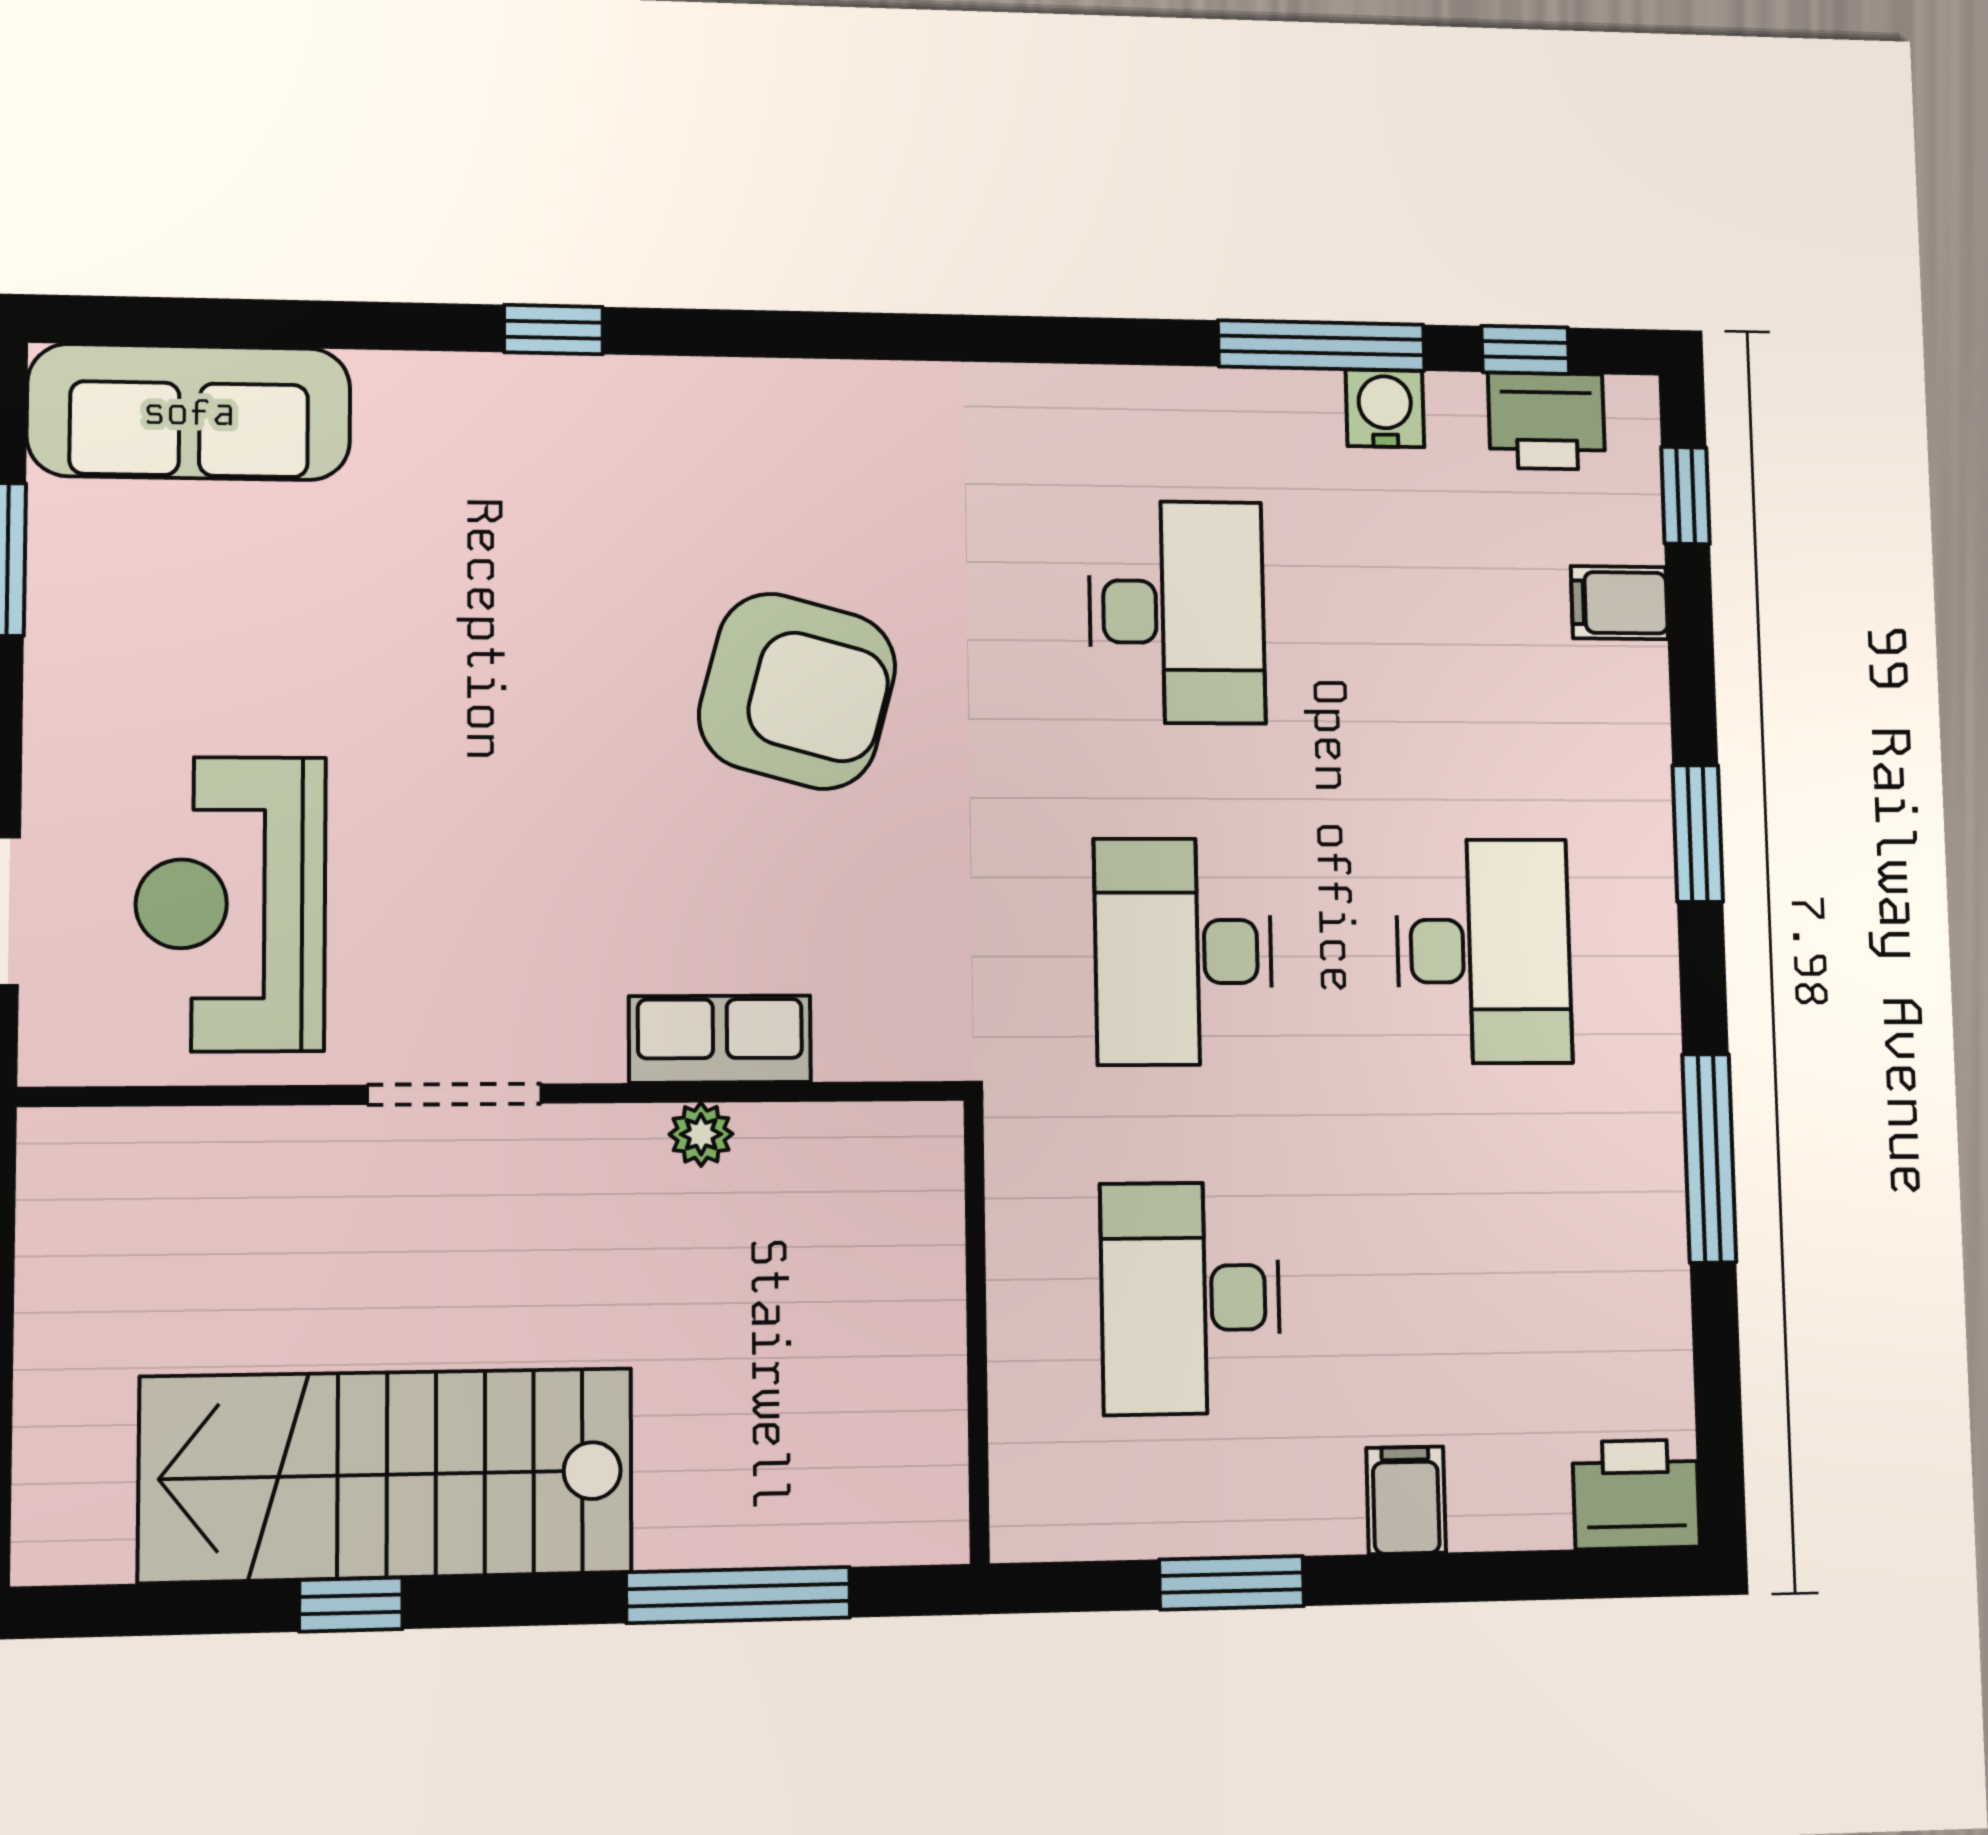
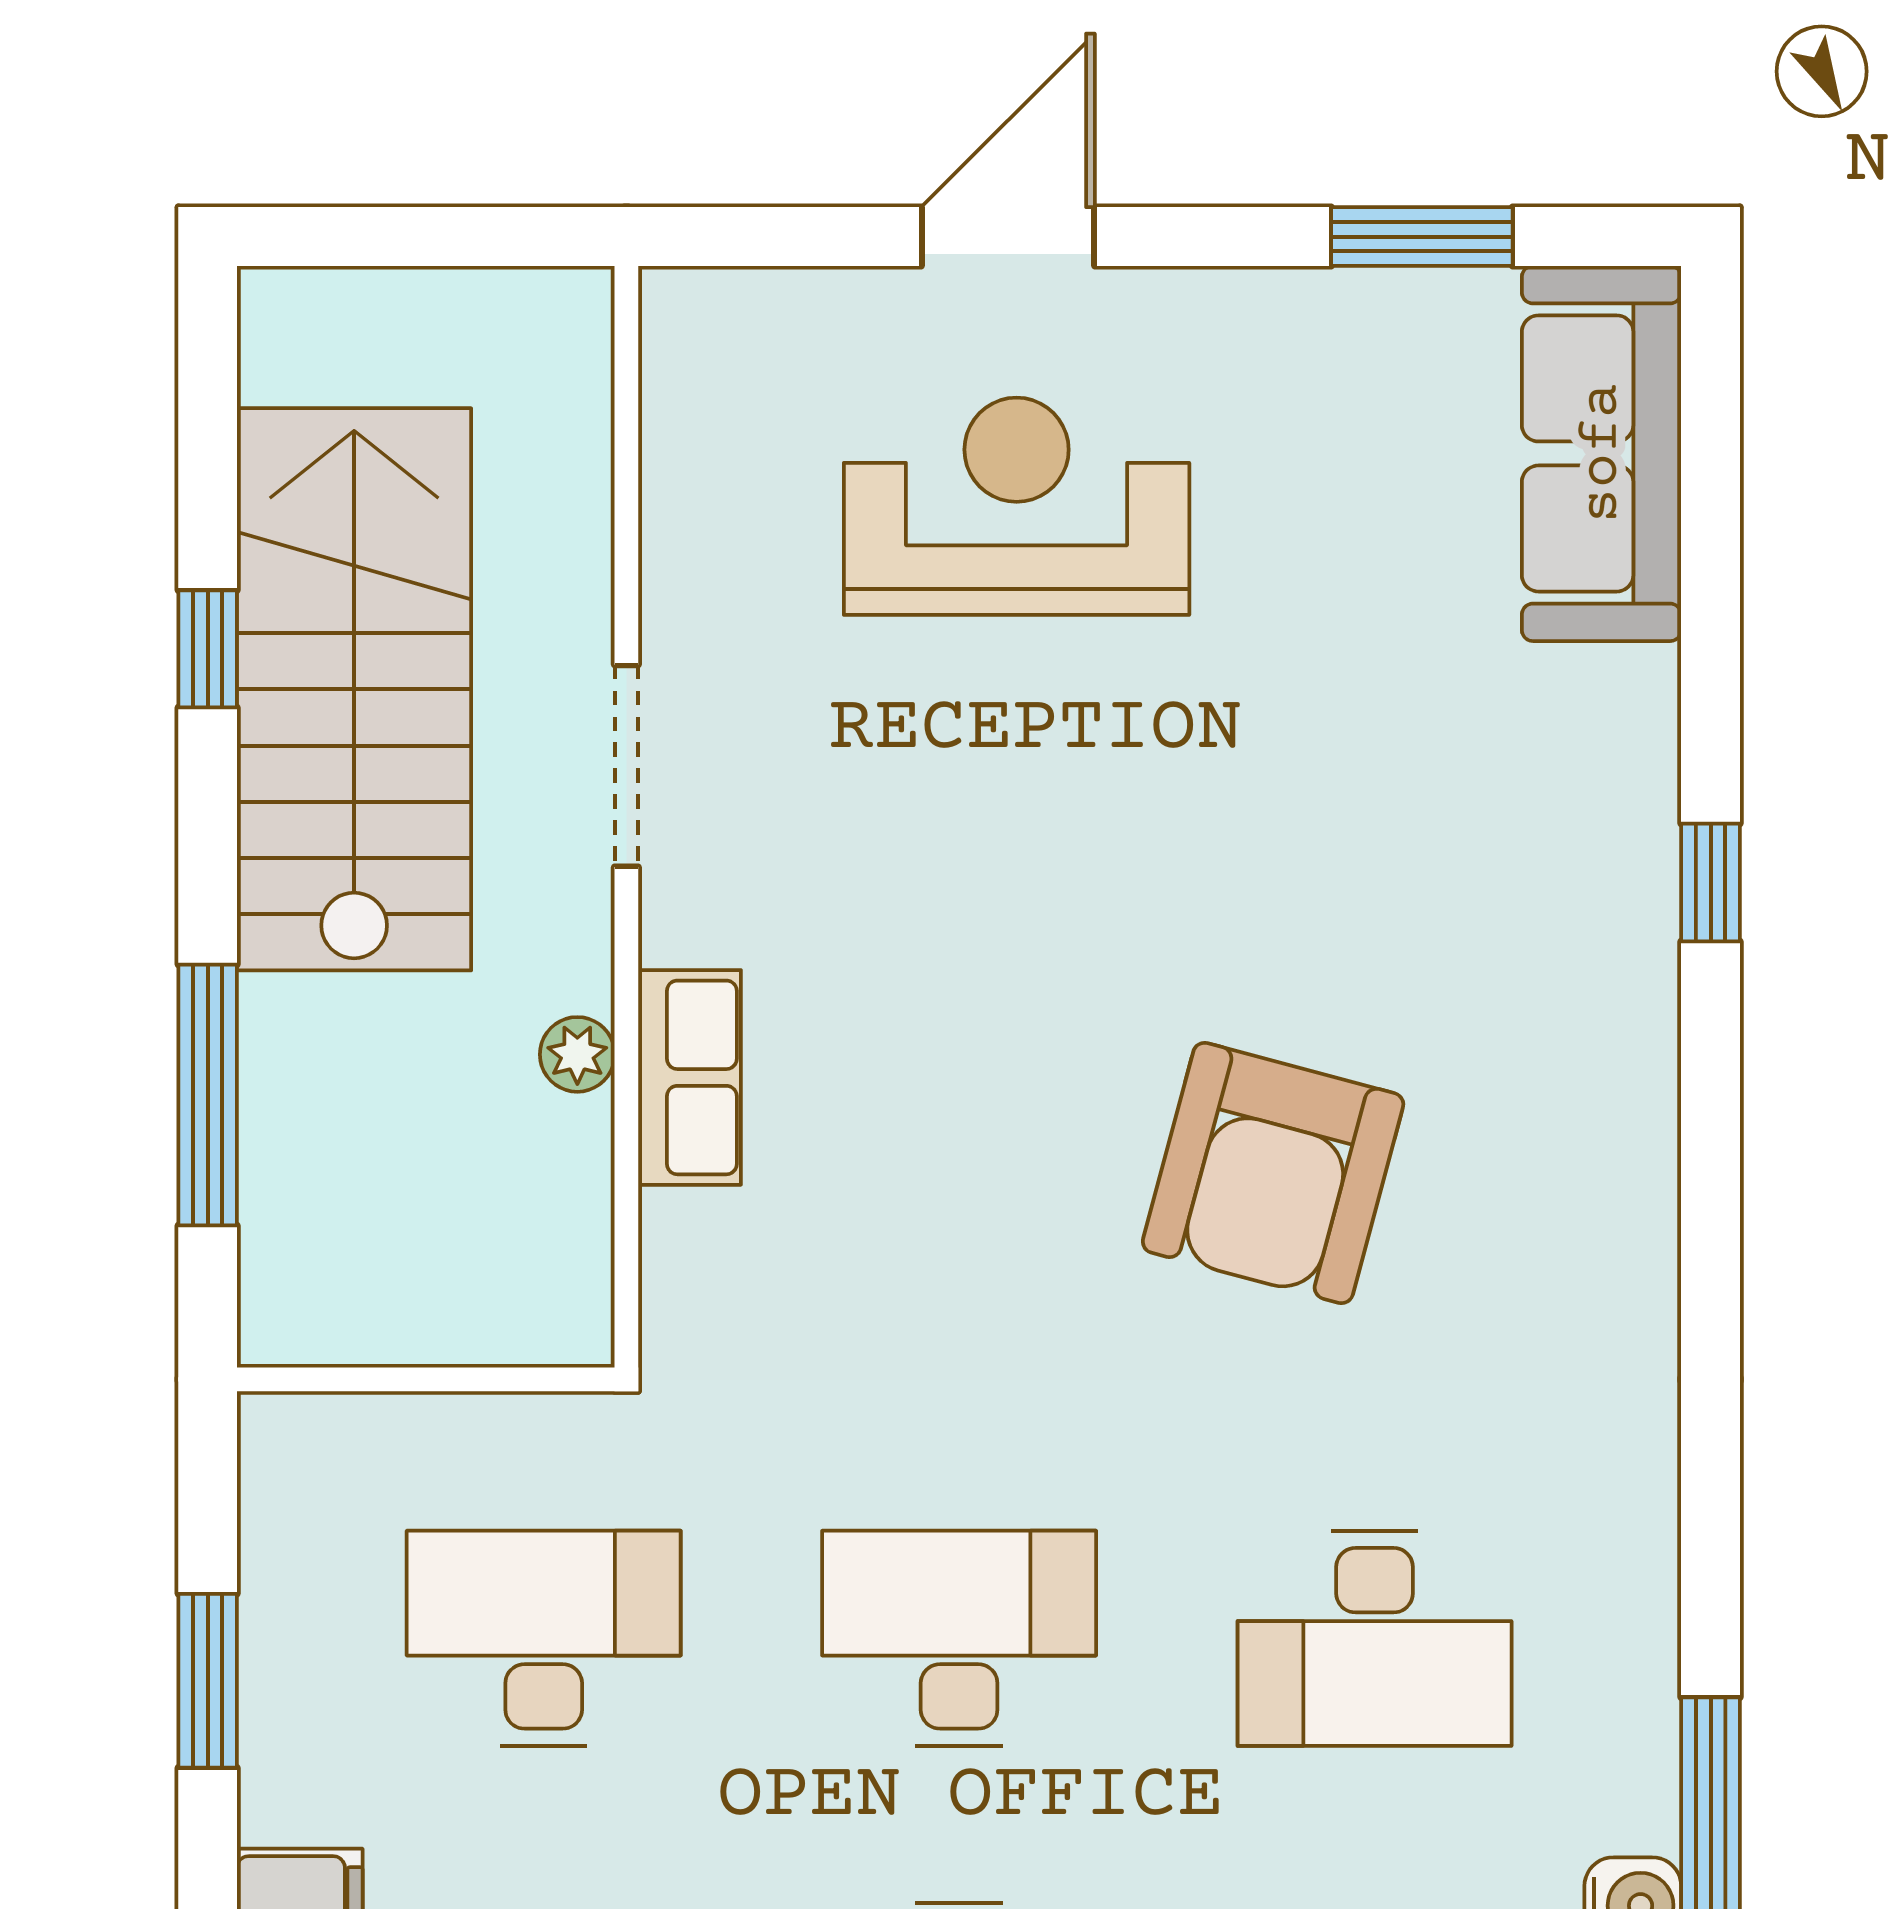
row of seats: (720, 1039) -> (690, 1077), moved
doorway: (454, 1094) -> (626, 766), moved
wall: (498, 1094) -> (626, 817), moved
plant: (701, 1134) -> (577, 1054), moved

